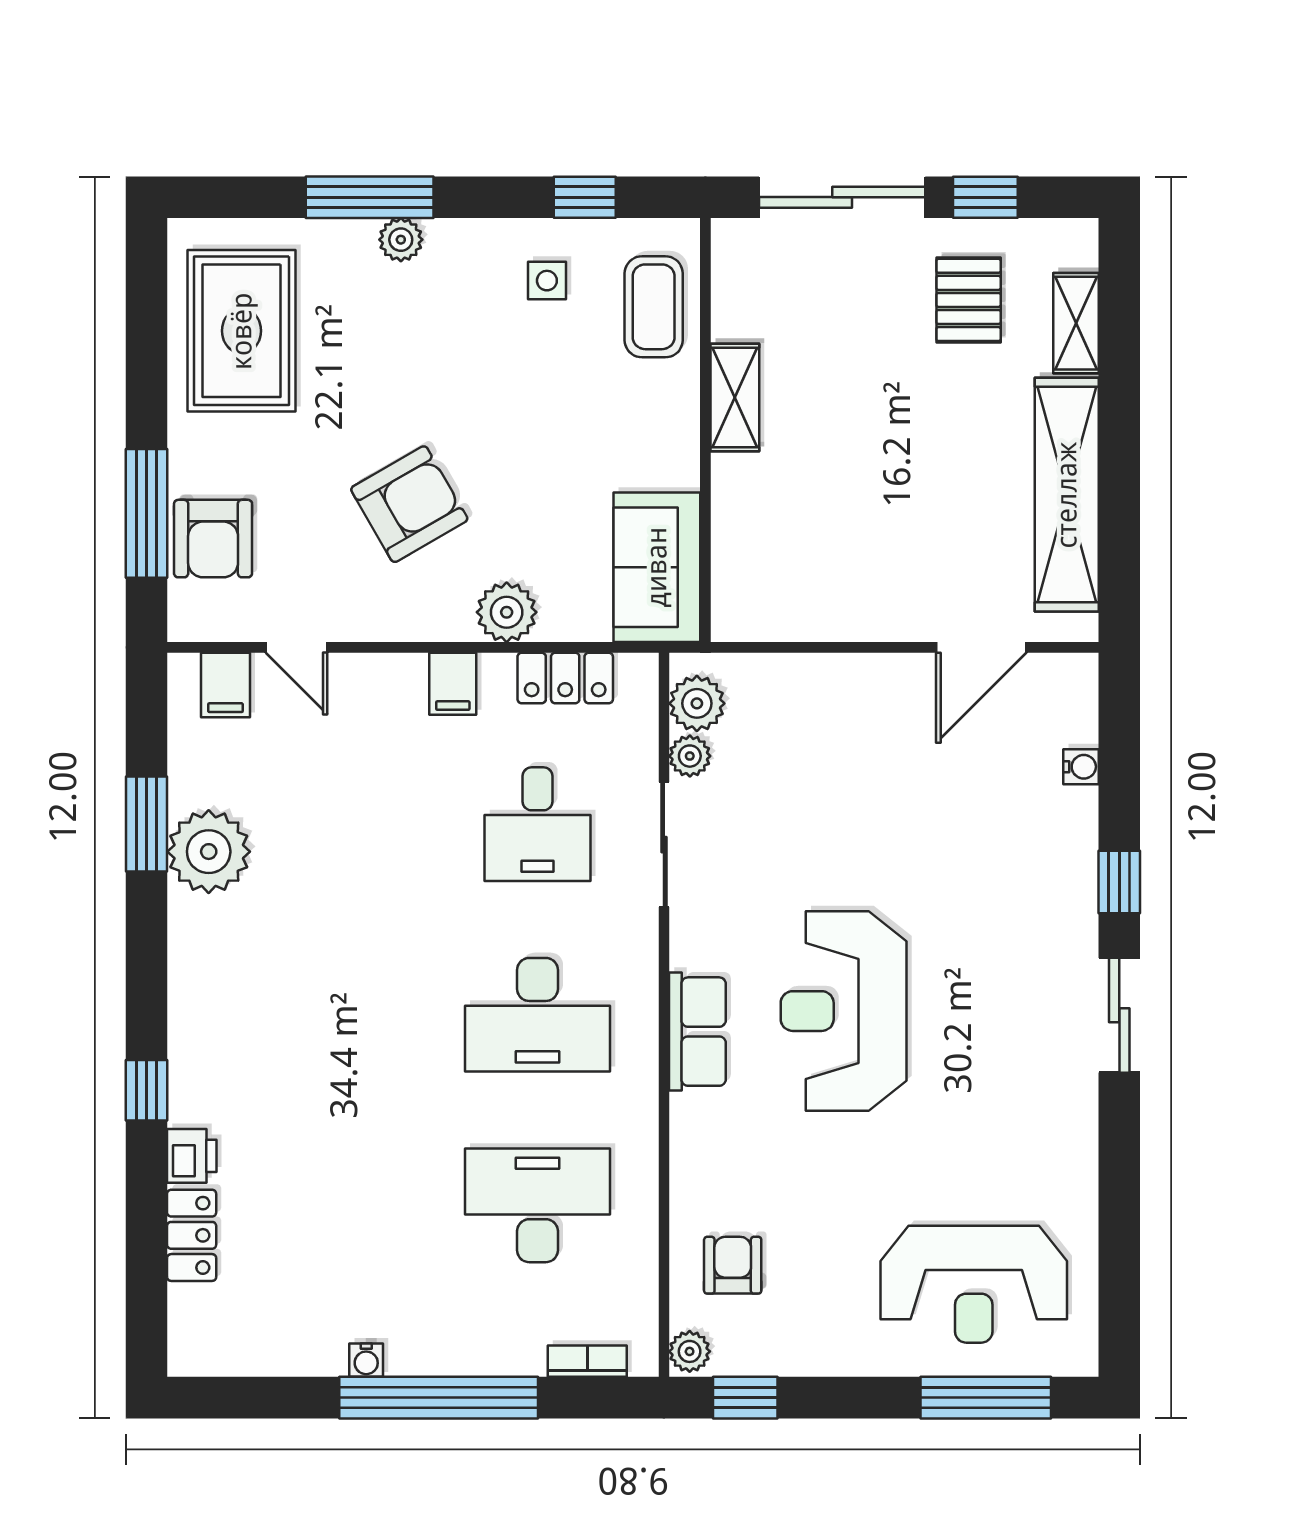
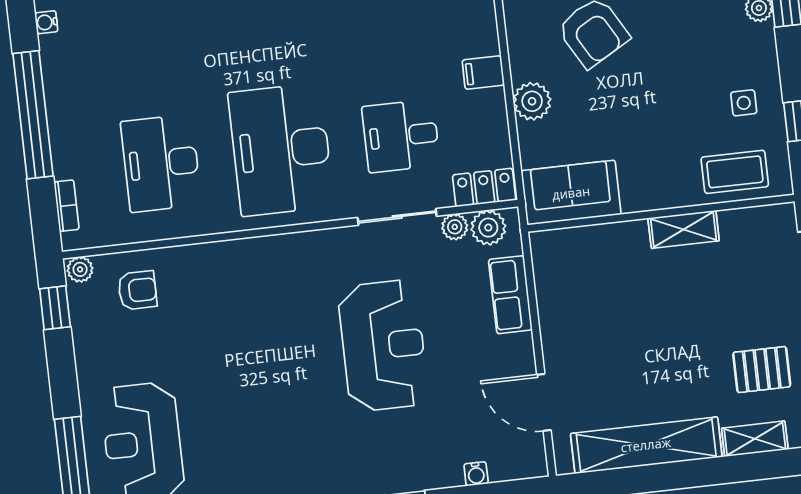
locker: (565, 678) -> (484, 188), moved, turned 90
reception desk: (844, 1011) -> (383, 346), moved, turned 90
desk: (538, 1015) -> (281, 150), width x1.36, depth x1.30
row of seats: (697, 1032) -> (510, 295), moved, turned 90
desk: (538, 1205) -> (161, 163), turned 180
water cooler: (366, 1360) -> (46, 22), moved

